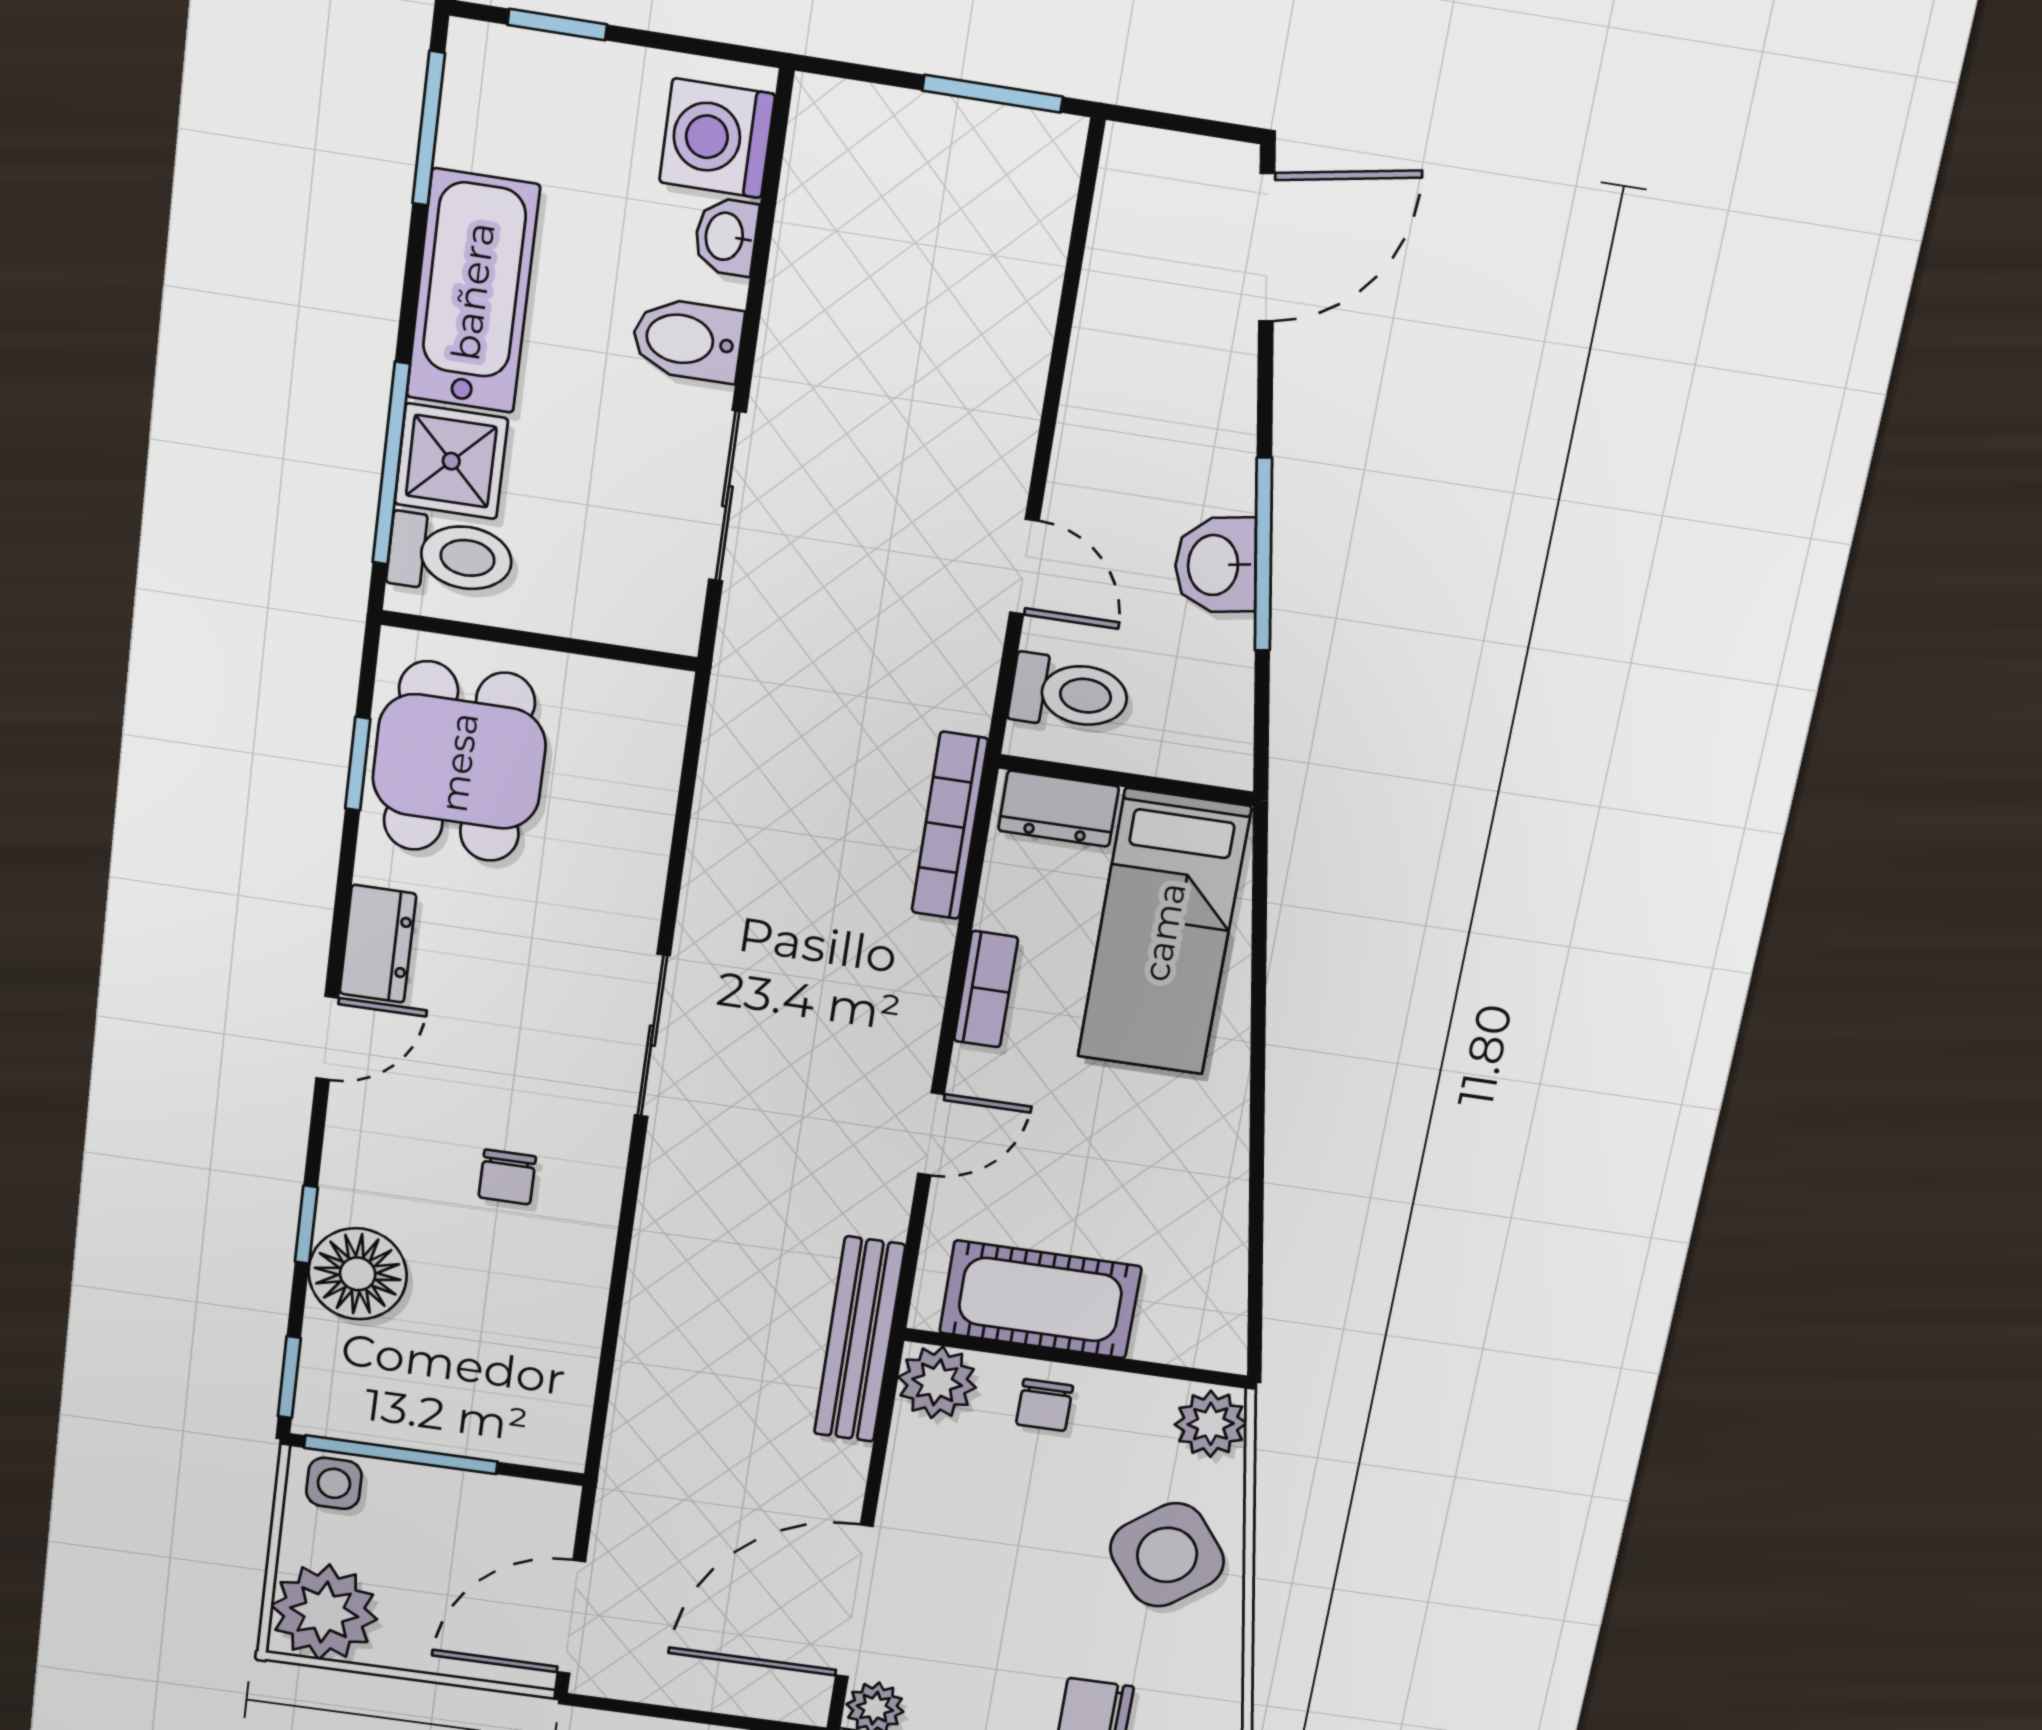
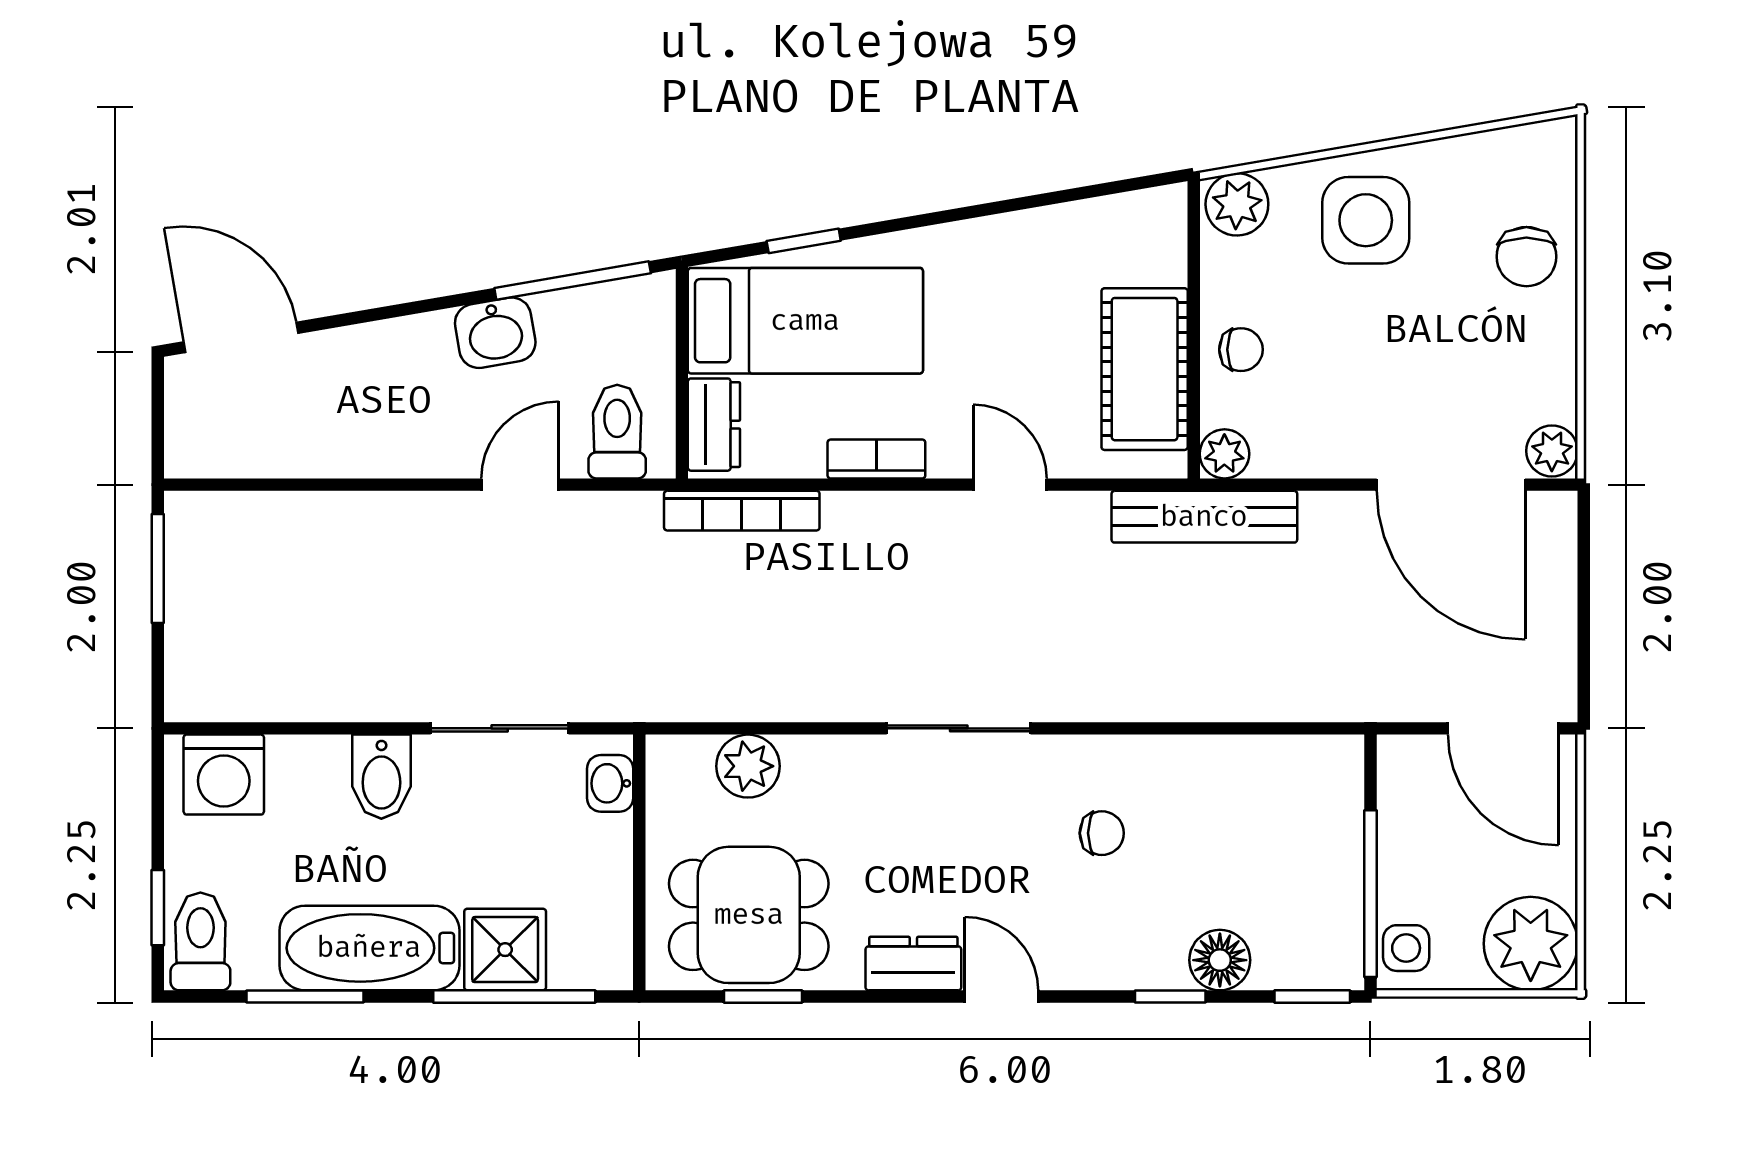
window: (429, 128) -> (305, 996), moved
washbasin: (726, 237) -> (610, 783), moved, turned 90
toilet: (451, 555) -> (200, 941), moved
window: (1263, 555) -> (573, 281), moved
plant: (640, 787) -> (748, 766), added
window: (1259, 944) -> (804, 241), added
floor lamp: (358, 1274) -> (1220, 960), width x0.73, depth x0.73
plant: (937, 1382) -> (1224, 454), width x0.73, depth x0.73
side table: (1167, 1555) -> (1366, 220), turned 38

